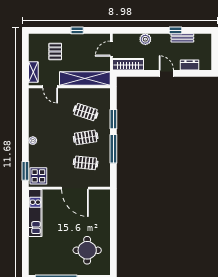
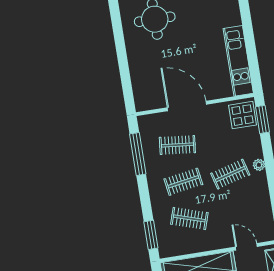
window: (113, 119) -> (151, 235), moved
clothes rail: (53, 137) -> (230, 174), added
window: (113, 149) -> (138, 154), moved

